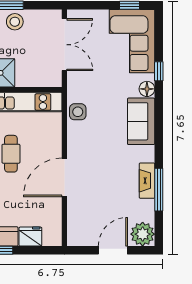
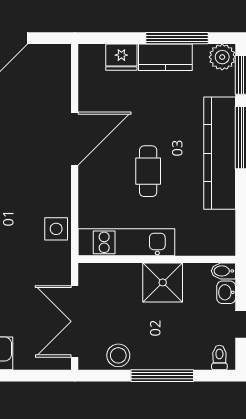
stool: (15, 22) -> (118, 355), moved

